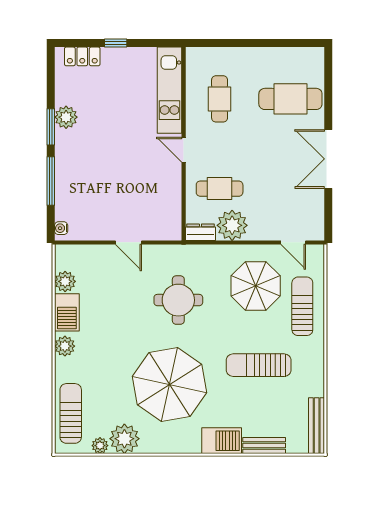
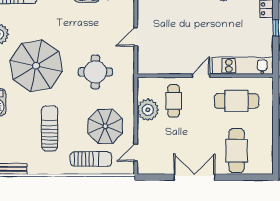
cafe table: (220, 99) -> (237, 101), width x1.37, depth x1.35
dresser: (200, 232) -> (143, 87), removed

